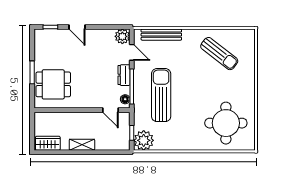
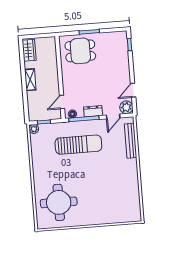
door: (77, 27) -> (133, 90), moved
sun lounger: (219, 54) -> (118, 192), removed
dining table: (53, 84) -> (80, 51), turned 90
plant: (144, 140) -> (34, 129), width x0.53, depth x0.53

